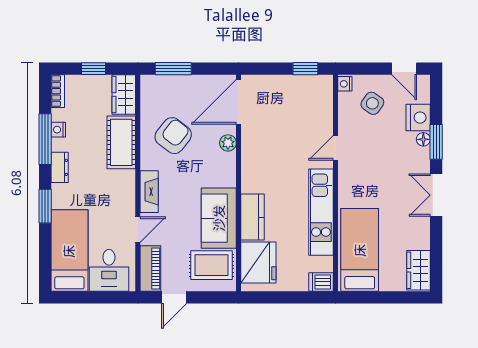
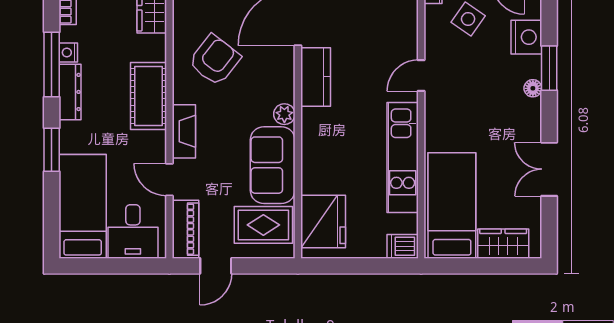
floor lamp: (423, 139) -> (533, 88), moved
cot: (121, 142) -> (149, 96), moved
plant: (228, 143) -> (284, 114), moved
dresser: (60, 167) -> (70, 92), width x1.44
double door: (436, 195) -> (549, 169), moved
kitchen counter: (253, 217) -> (316, 77), moved
door: (138, 230) -> (169, 180), swing flipped
wardrobe: (419, 270) -> (503, 244), moved, turned 90

